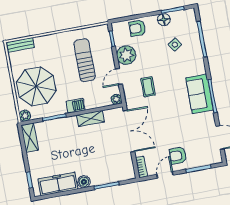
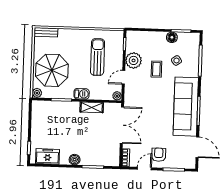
armchair: (137, 28) -> (148, 40), removed
coffee table: (148, 87) -> (156, 69), moved
sofa: (199, 94) -> (186, 107), width x1.85, depth x1.27
shelving: (30, 138) -> (37, 112), removed
armchair: (178, 156) -> (159, 155), turned 90
freezer: (58, 184) -> (48, 156), width x0.71

